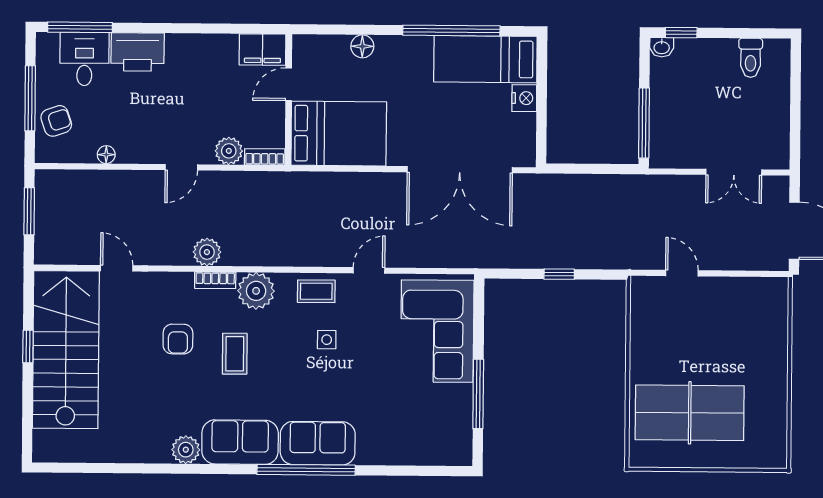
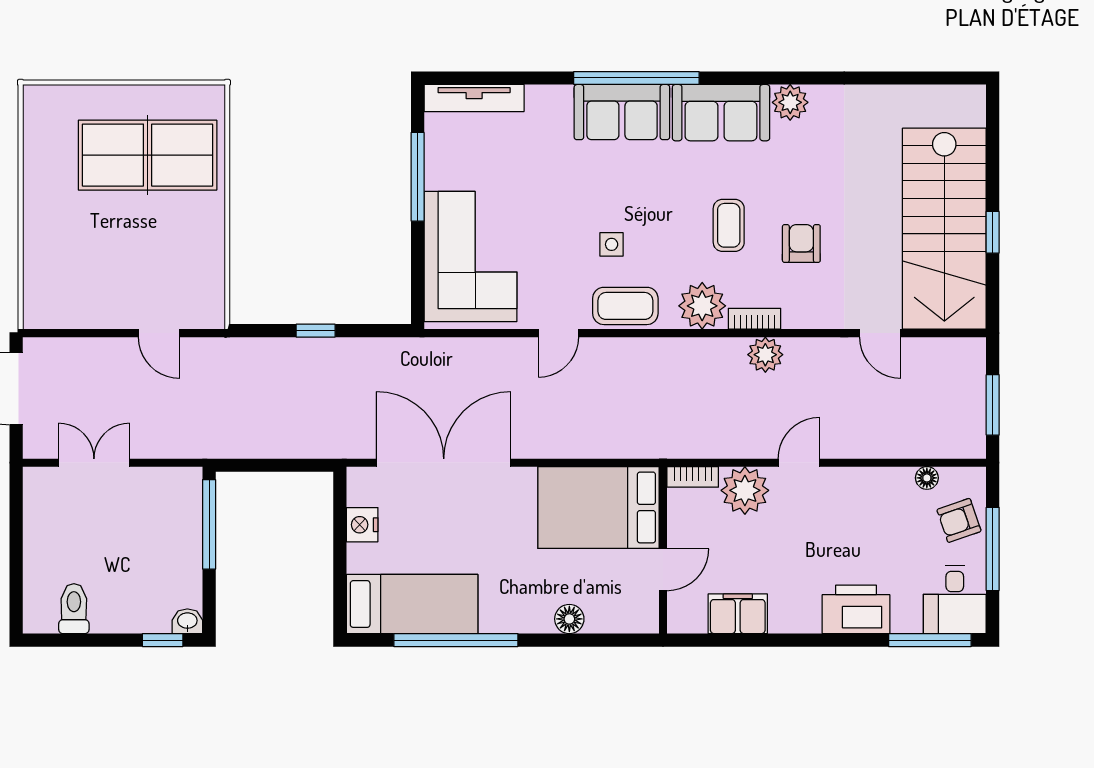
filing cabinet: (263, 50) -> (738, 614), moved
desk: (84, 59) -> (955, 600), moved
nightstand: (524, 98) -> (362, 525), moved
plant: (229, 151) -> (745, 490), width x1.36, depth x1.36
floor lamp: (106, 155) -> (927, 478), moved
coffee table: (316, 291) -> (625, 306), width x1.36, depth x1.30
tv unit: (433, 455) -> (474, 98), added

